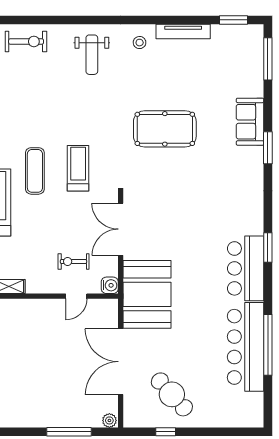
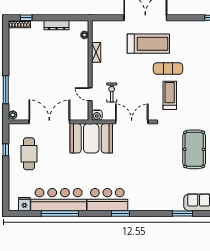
treadmill: (78, 168) -> (170, 95), turned -90
cafe table: (172, 394) -> (29, 154), turned -48
fridge: (253, 402) -> (24, 204), added

